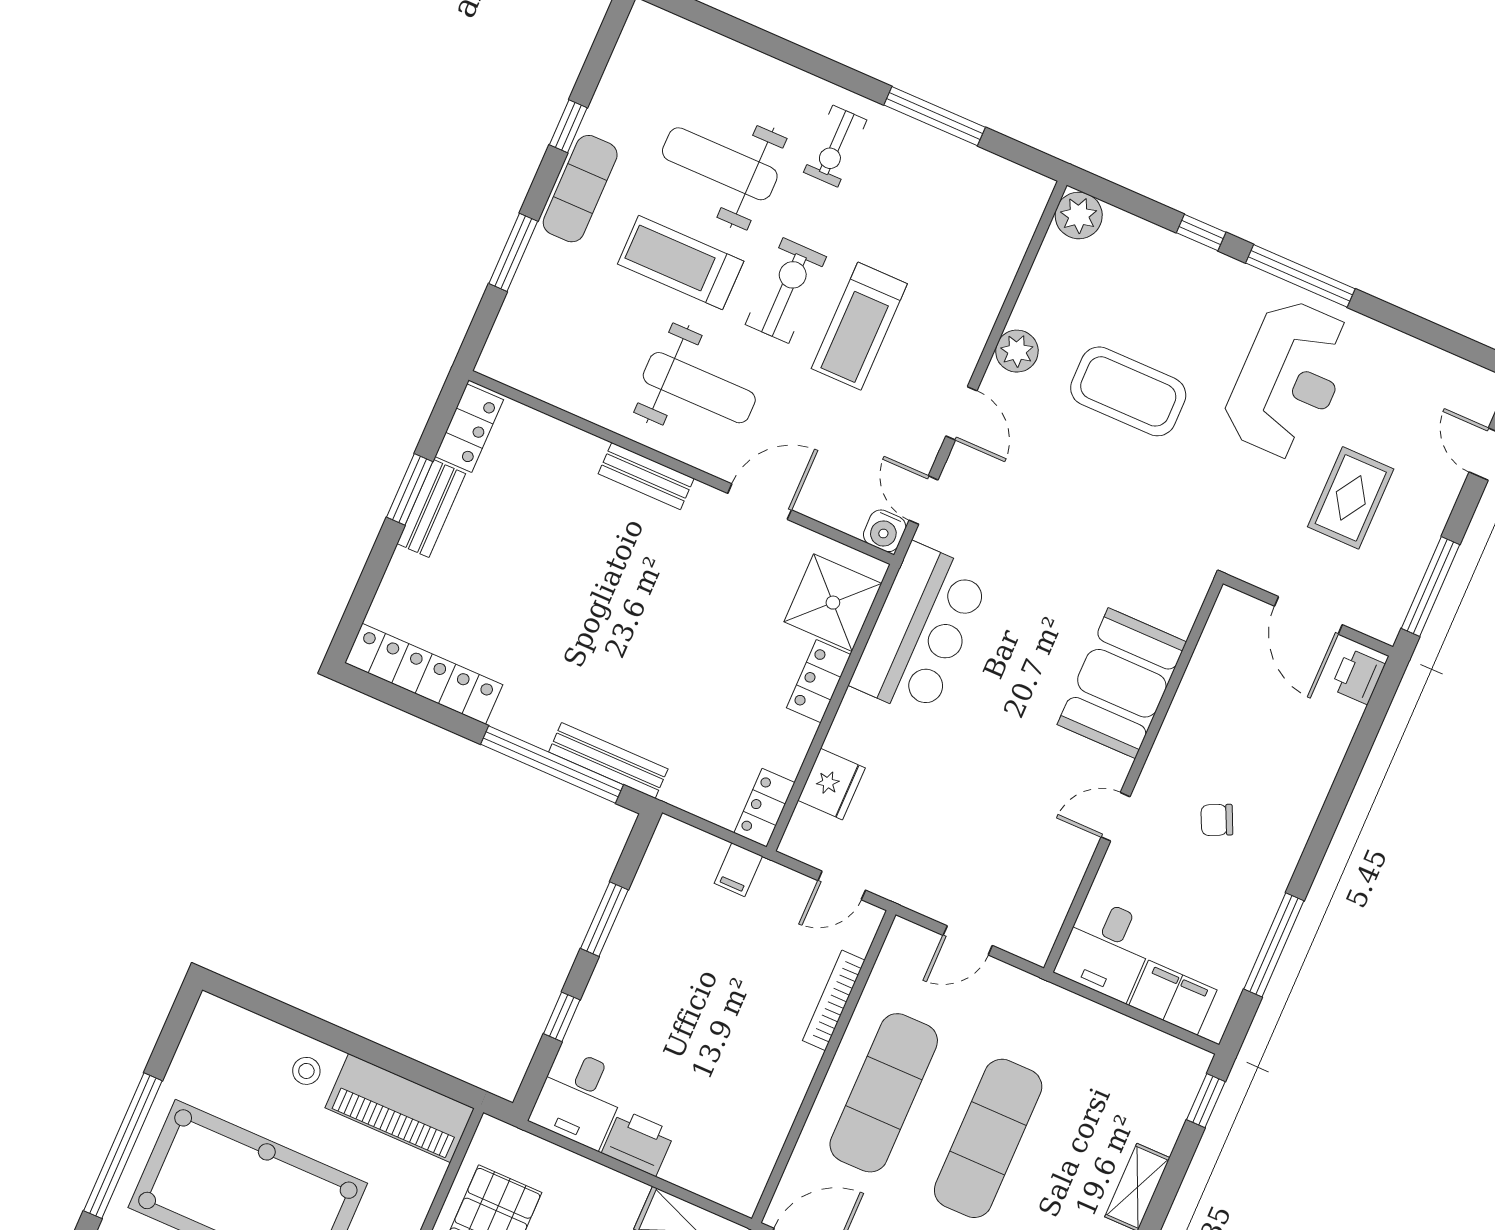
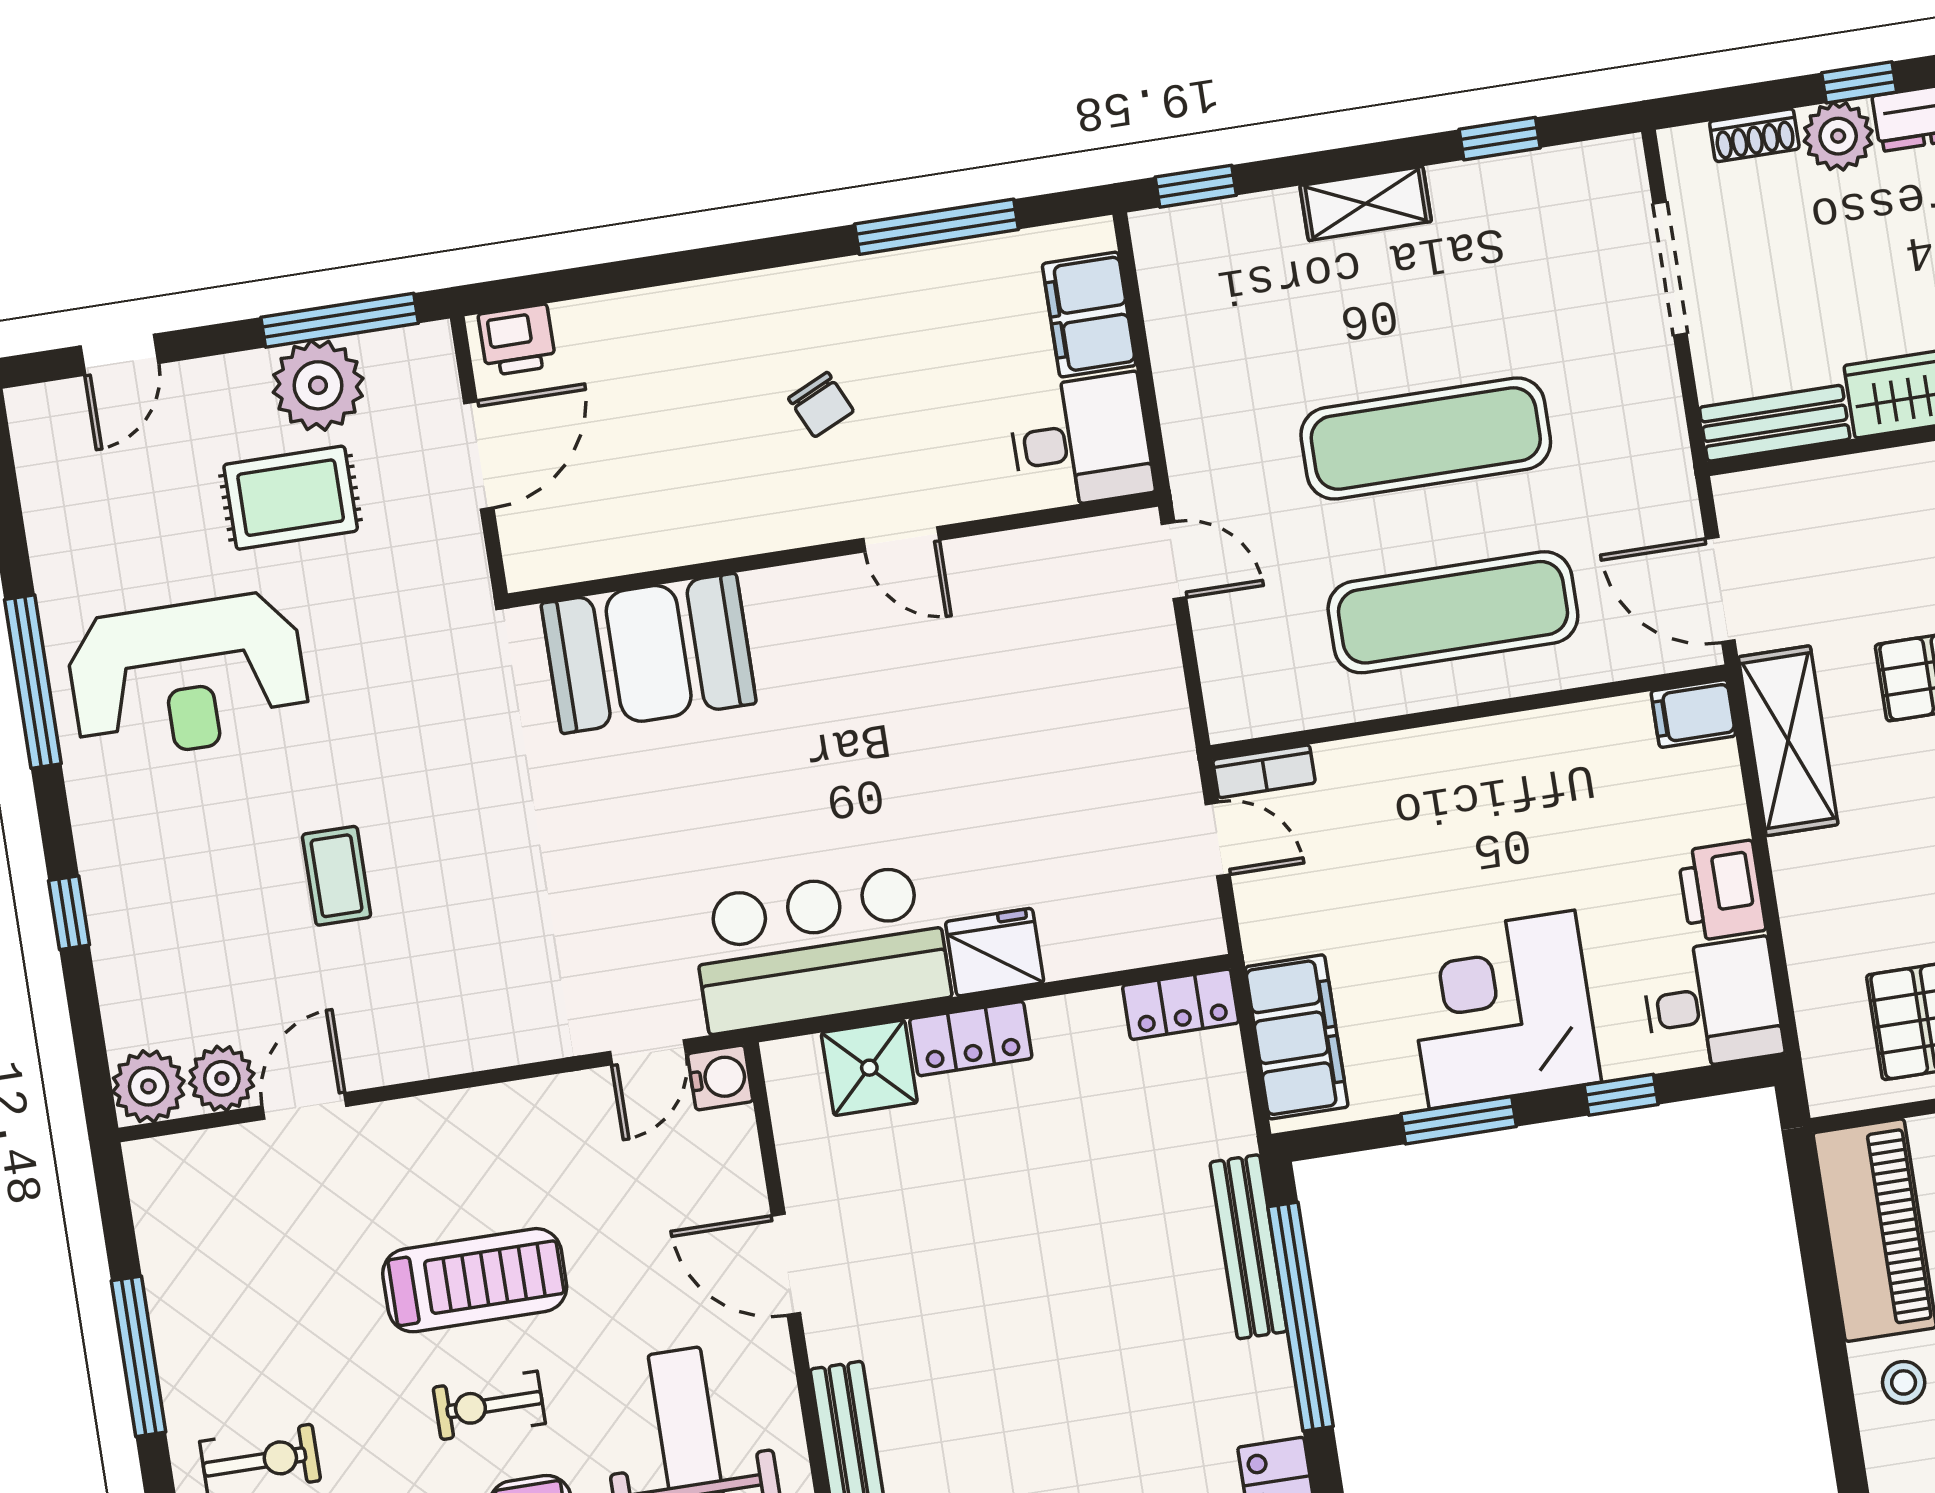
window: (1300, 276) -> (33, 682), moved
exercise bike: (786, 291) -> (489, 1405), width x0.73, depth x0.72
plant: (1017, 351) -> (222, 1078), moved
reception desk: (1289, 379) -> (188, 677), turned 180
coffee table: (1128, 391) -> (337, 876), width x0.54, depth x0.58
door: (961, 413) -> (304, 1106), moved
plant: (1402, 552) -> (318, 385), added
shower: (833, 603) -> (869, 1068), width x0.73, depth x0.73
booth: (1122, 683) -> (649, 653), moved
fridge: (831, 784) -> (995, 952), moved
filing cabinet: (738, 870) -> (1297, 1037), width x3.00, depth x1.17
door: (968, 940) -> (1174, 561), moved
corner desk: (650, 981) -> (1502, 1010), added
bookcase: (834, 1000) -> (1264, 771), moved, width x0.64
filing cabinet: (745, 1189) -> (1693, 714), added

